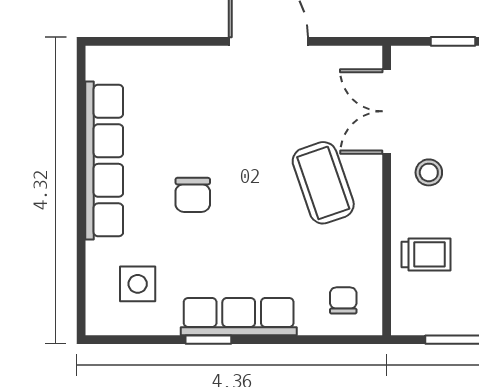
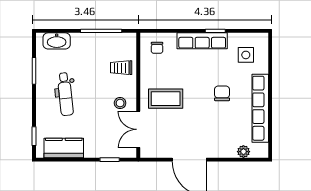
plant: (143, 60) -> (243, 152), added
double door: (387, 111) -> (138, 129), swing flipped
coffee table: (323, 183) -> (166, 99), turned -71

